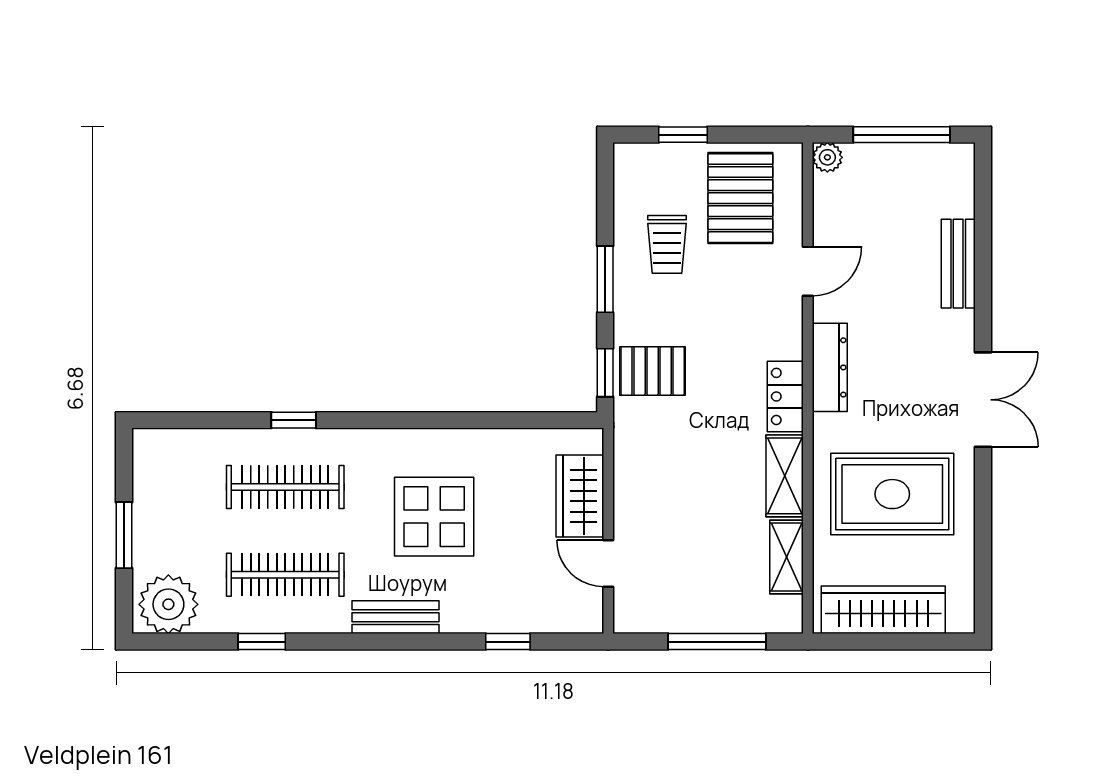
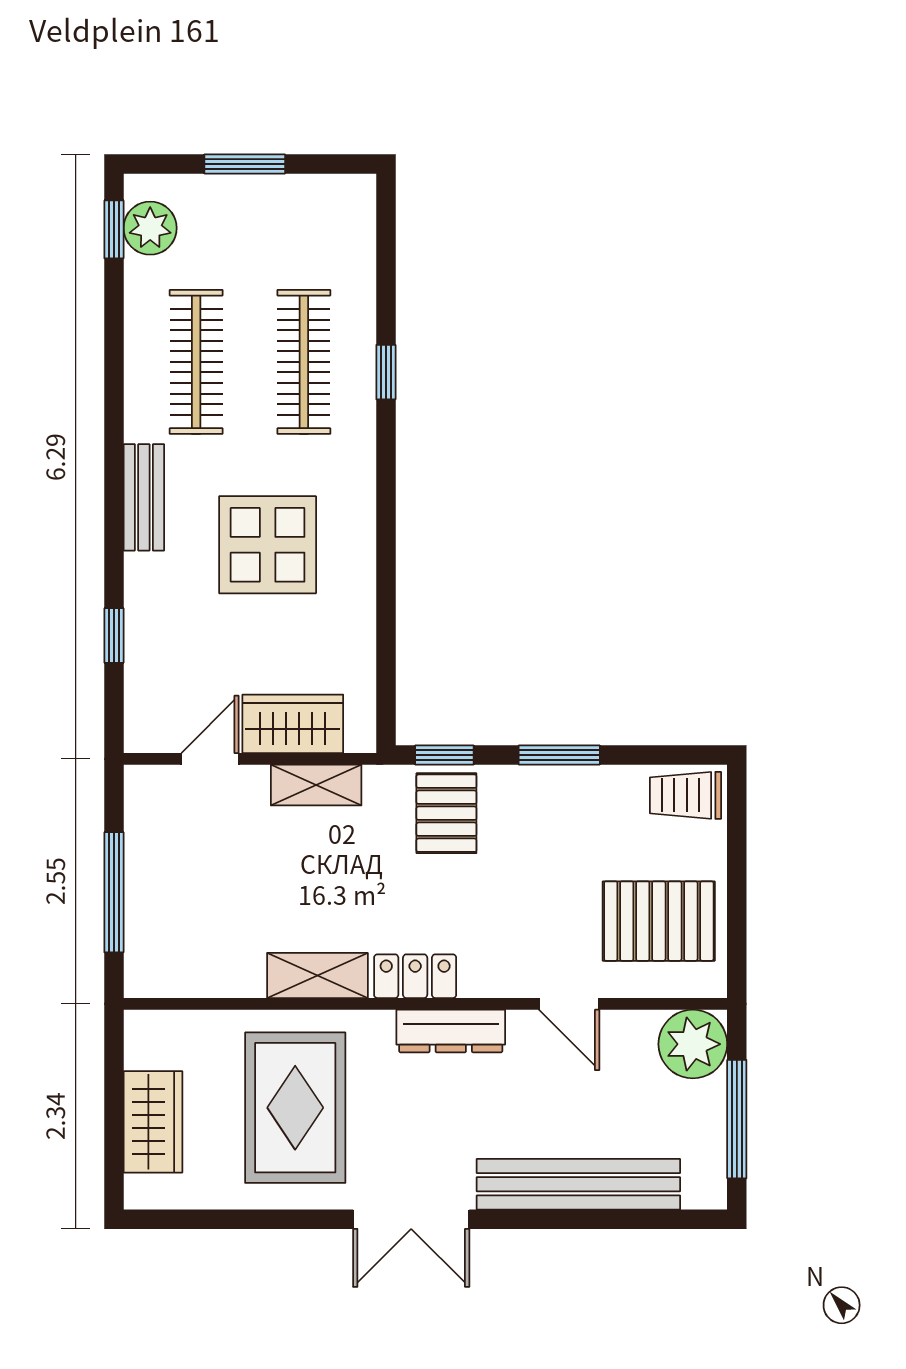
window: (683, 135) -> (737, 851), removed
plant: (827, 157) -> (693, 1044), width x1.88, depth x1.88
trolley: (667, 244) -> (685, 795), moved
bench: (958, 264) -> (578, 1184), width x1.86, depth x1.21
shelving: (787, 557) -> (316, 785), moved
plant: (168, 604) -> (150, 228), width x0.73, depth x0.73
wardrobe: (883, 610) -> (153, 1122), width x0.67
window: (262, 642) -> (114, 229), moved

